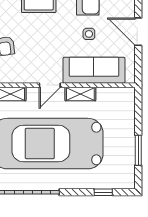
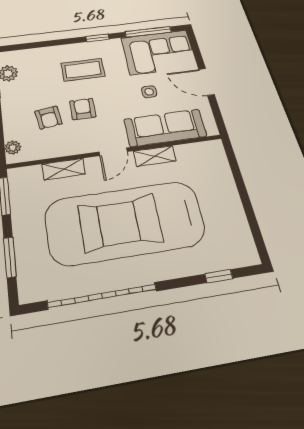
armchair: (33, 42) -> (83, 109), added
window: (138, 150) -> (249, 212), removed

